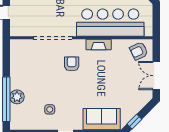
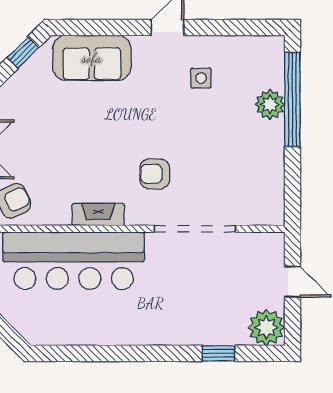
armchair: (72, 64) -> (155, 174), turned 90

